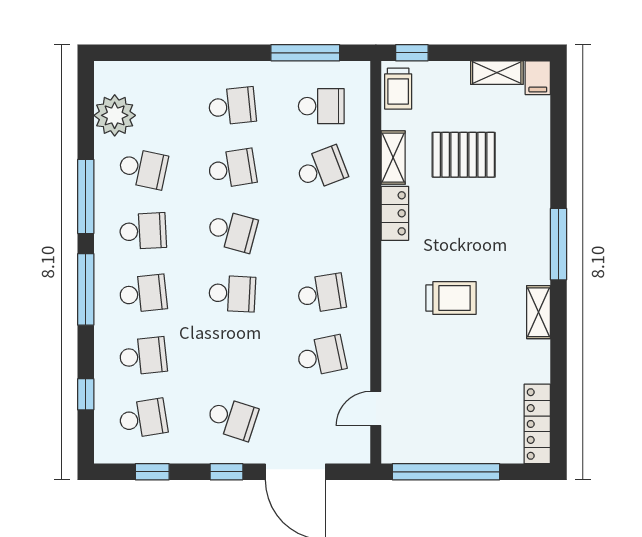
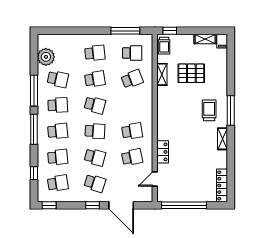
locker: (395, 213) -> (163, 152), moved
trolley: (451, 298) -> (209, 110), moved, turned -90
school desk: (232, 356) -> (95, 157), added
window: (152, 472) -> (49, 205), moved

